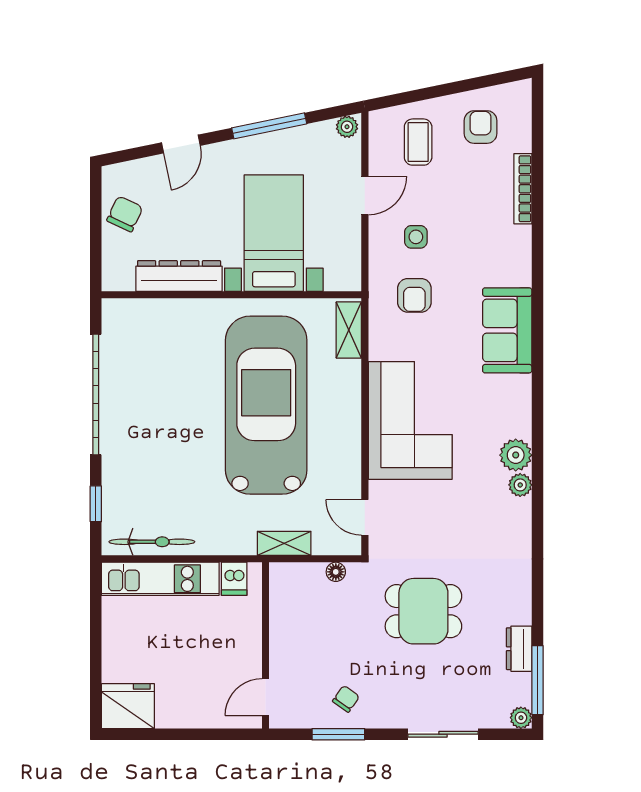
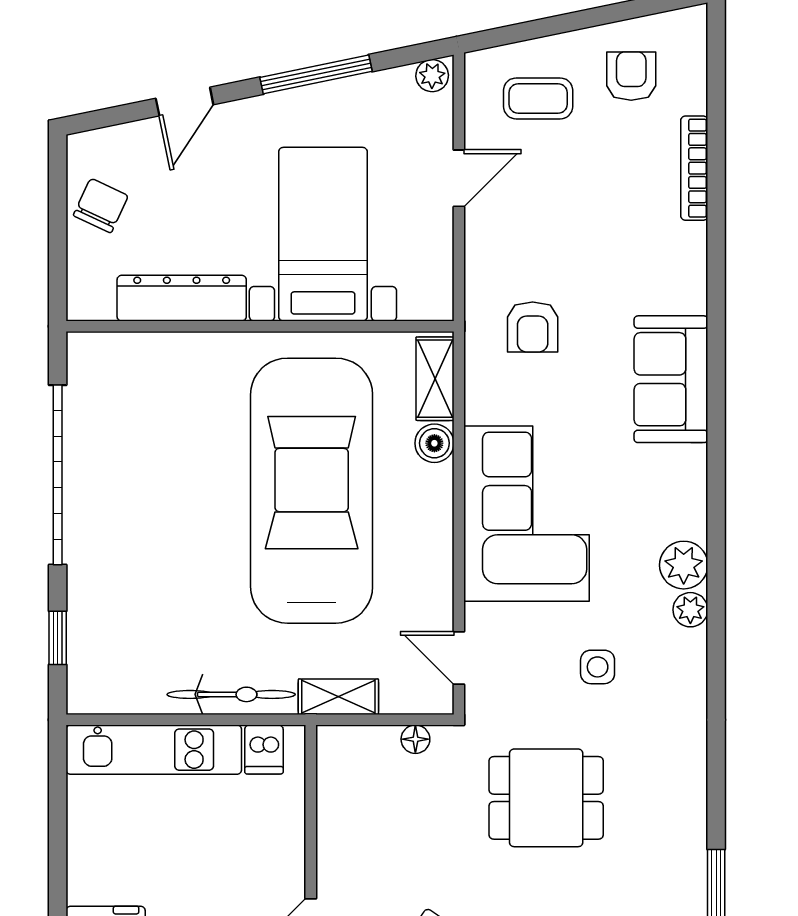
coffee table: (418, 142) -> (538, 98), turned 90
side table: (416, 237) -> (598, 667), moved
boiler: (349, 373) -> (434, 443), added
bicycle: (152, 542) -> (231, 694), moved
dresser: (519, 649) -> (689, 854), removed

